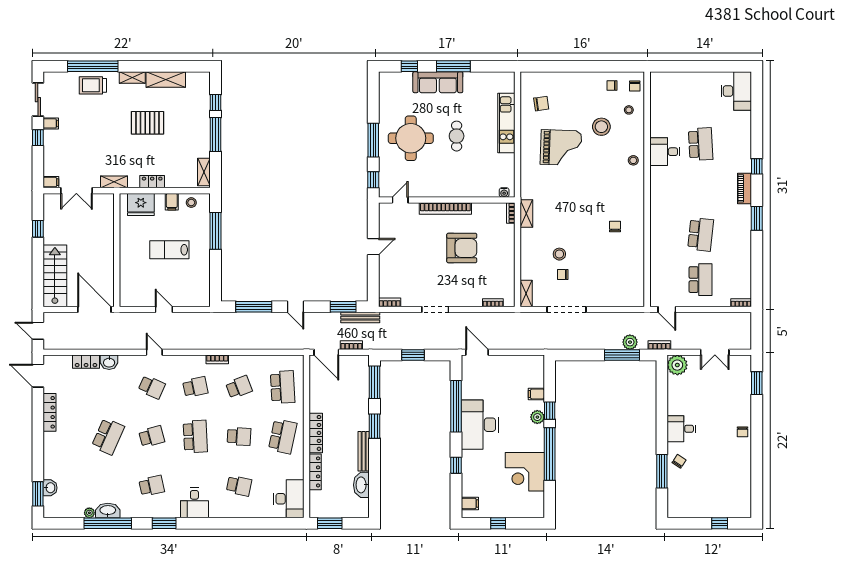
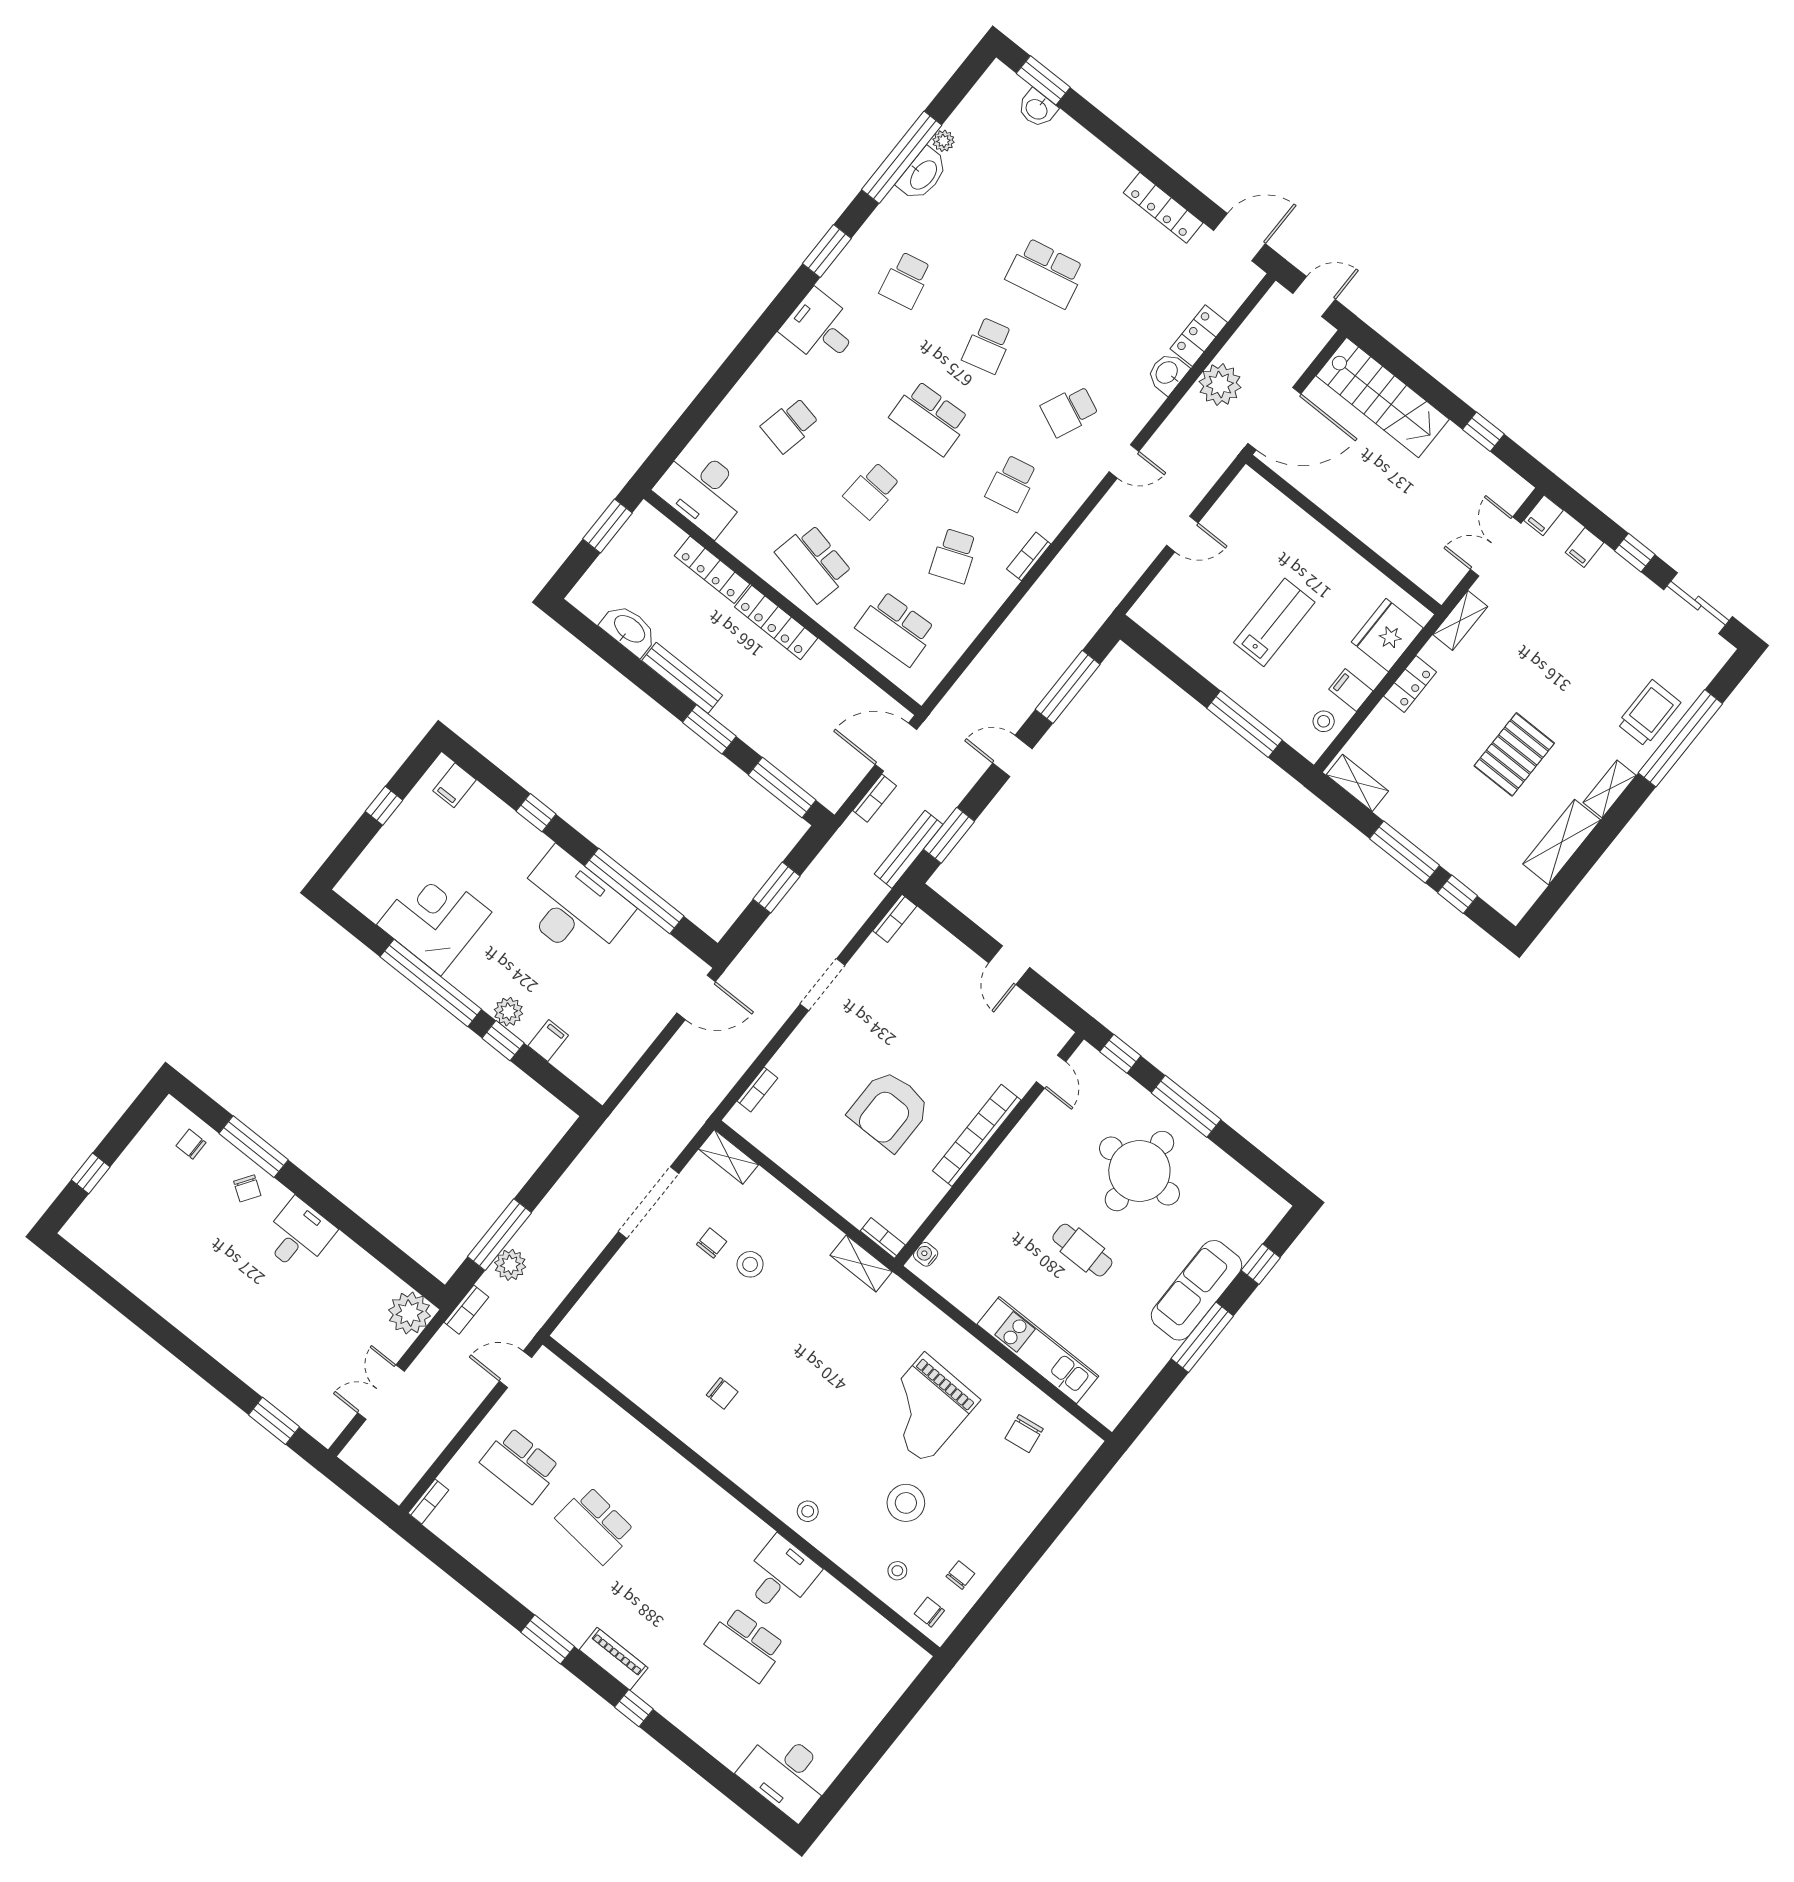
filing cabinet: (51, 123) -> (1584, 548), moved
plant: (98, 340) -> (1220, 385), added
chair: (742, 432) -> (191, 1144), moved
school desk: (108, 436) -> (1046, 273), turned -36

